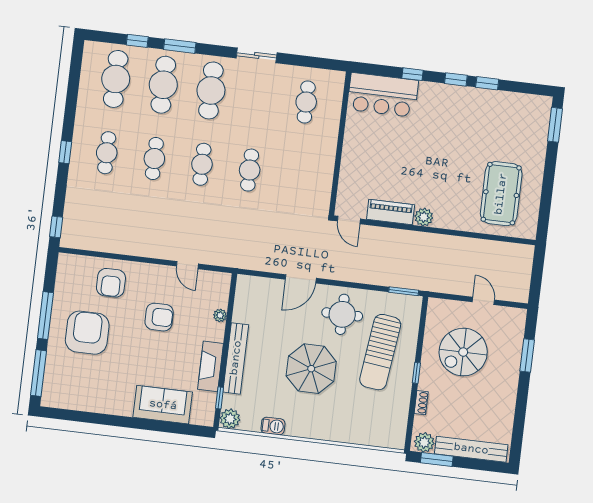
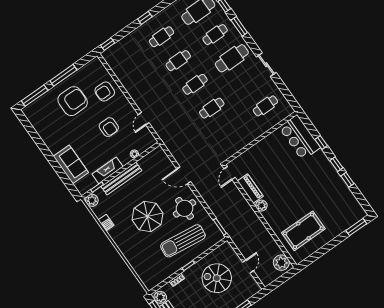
cafe table: (163, 85) -> (215, 35), width x0.73, depth x0.74
plant: (516, 256) -> (281, 263), added

